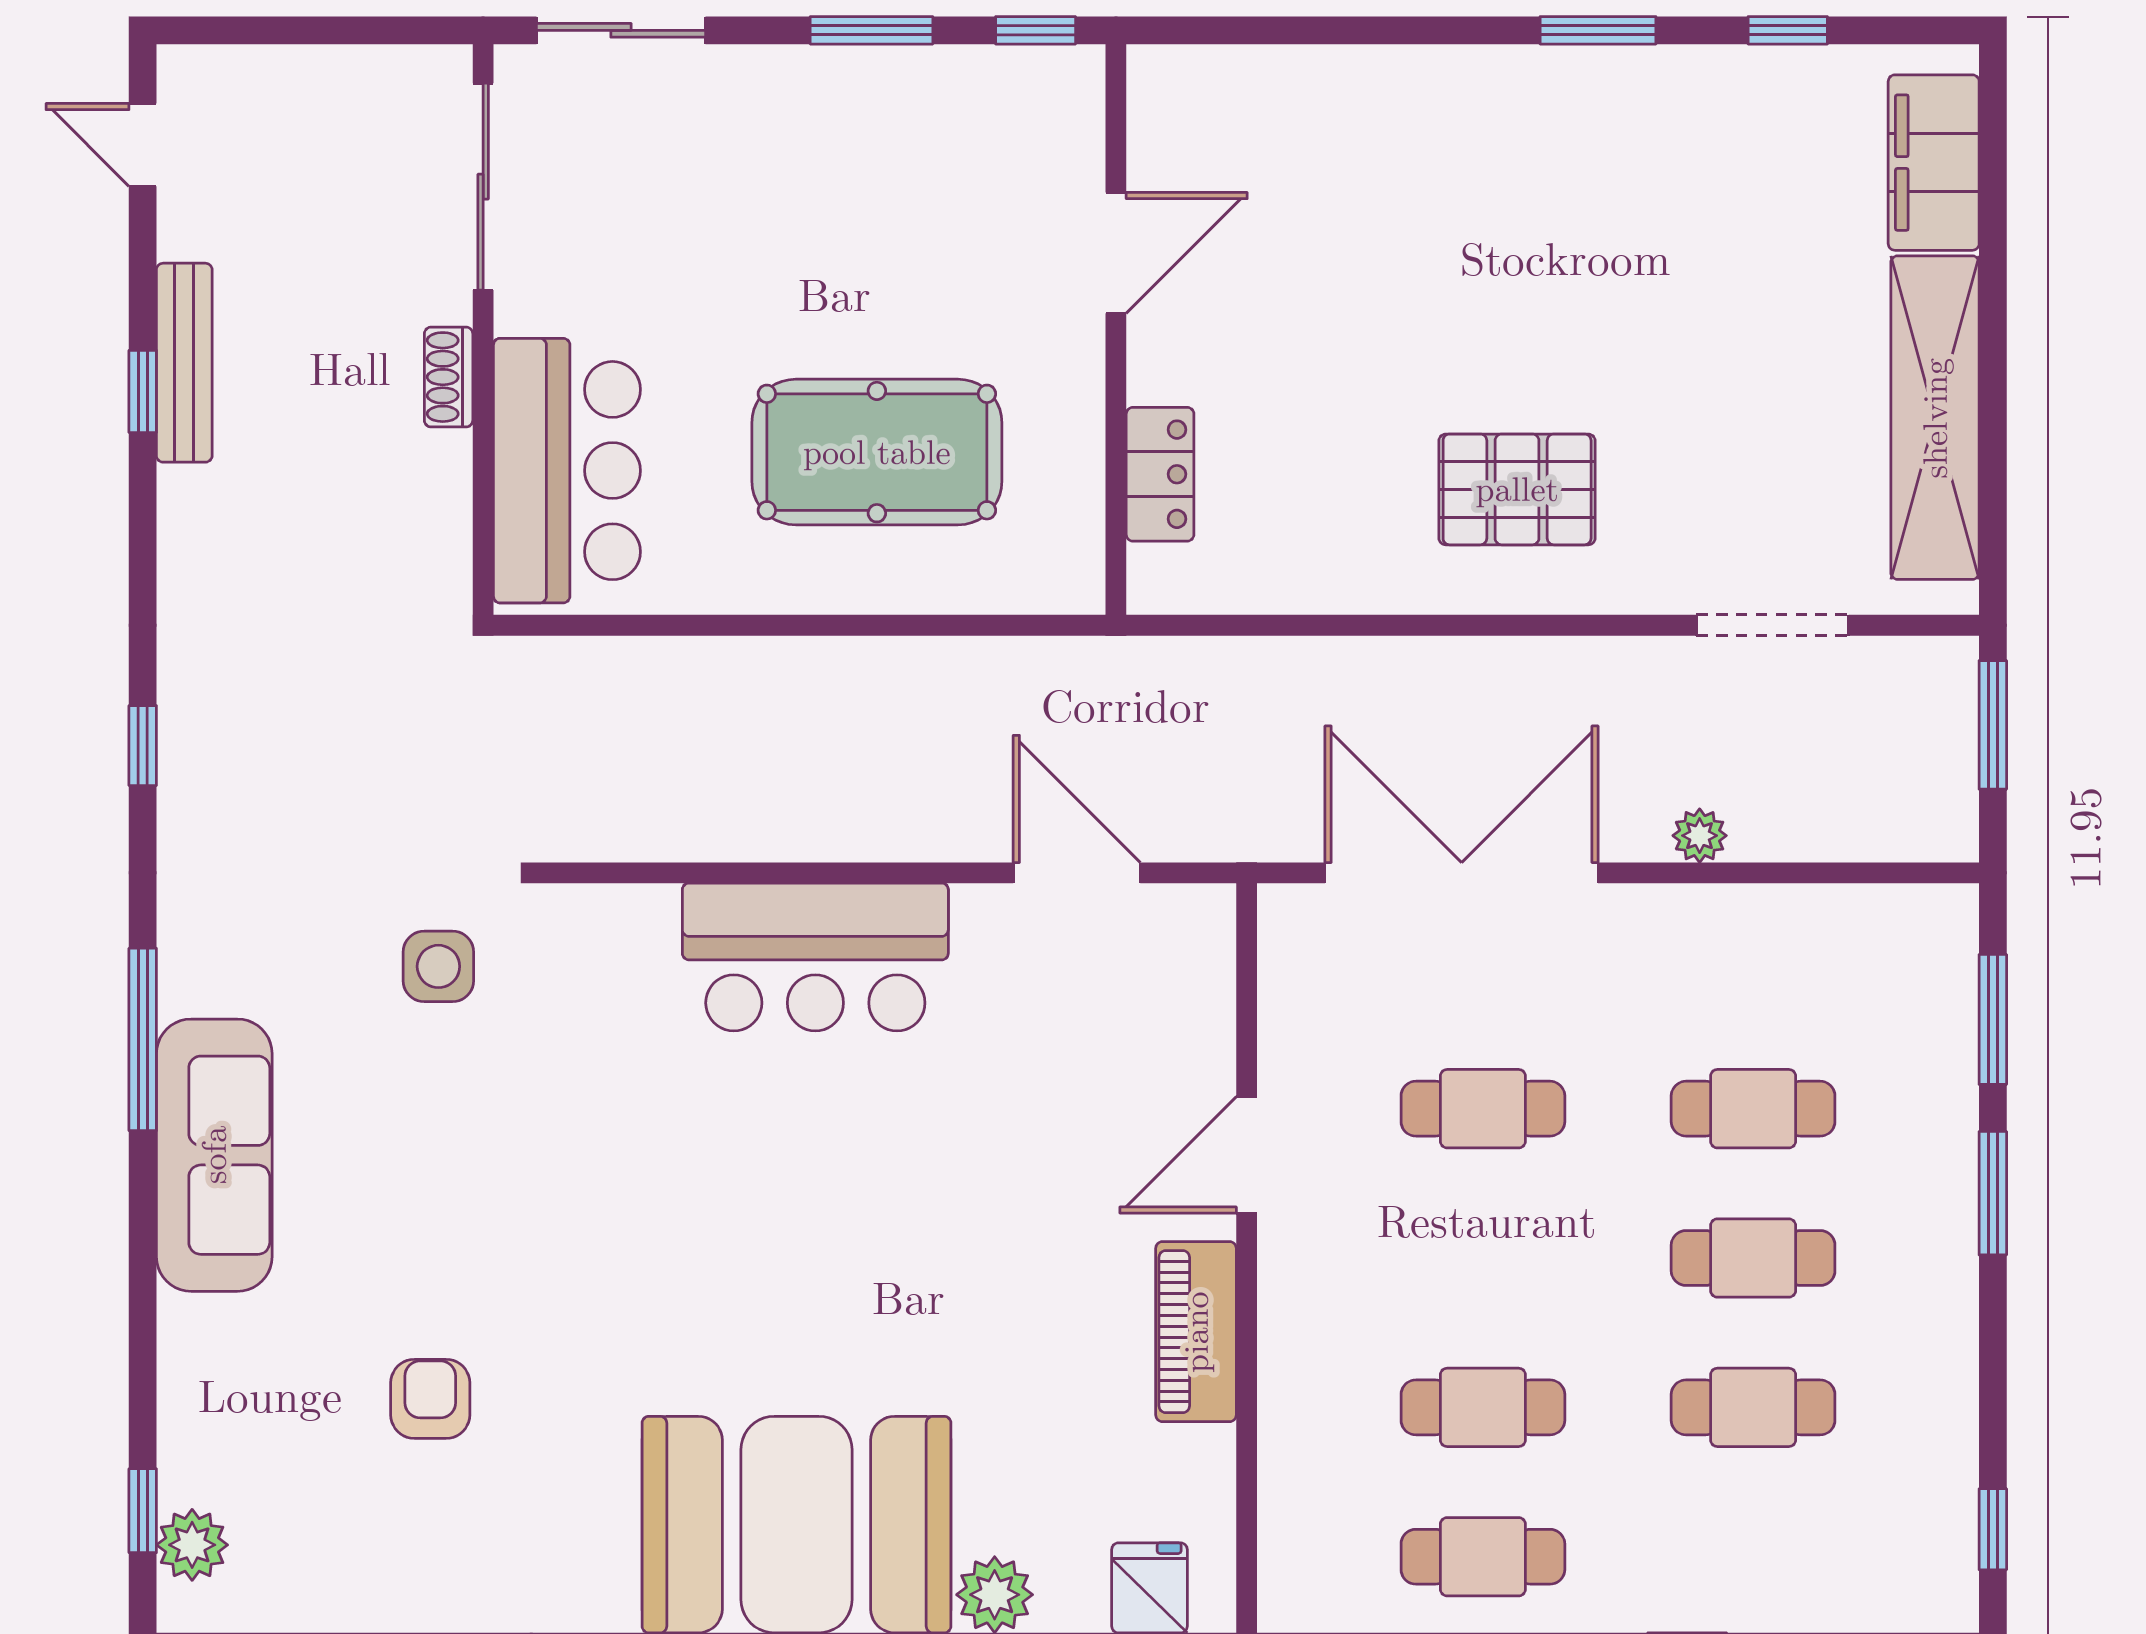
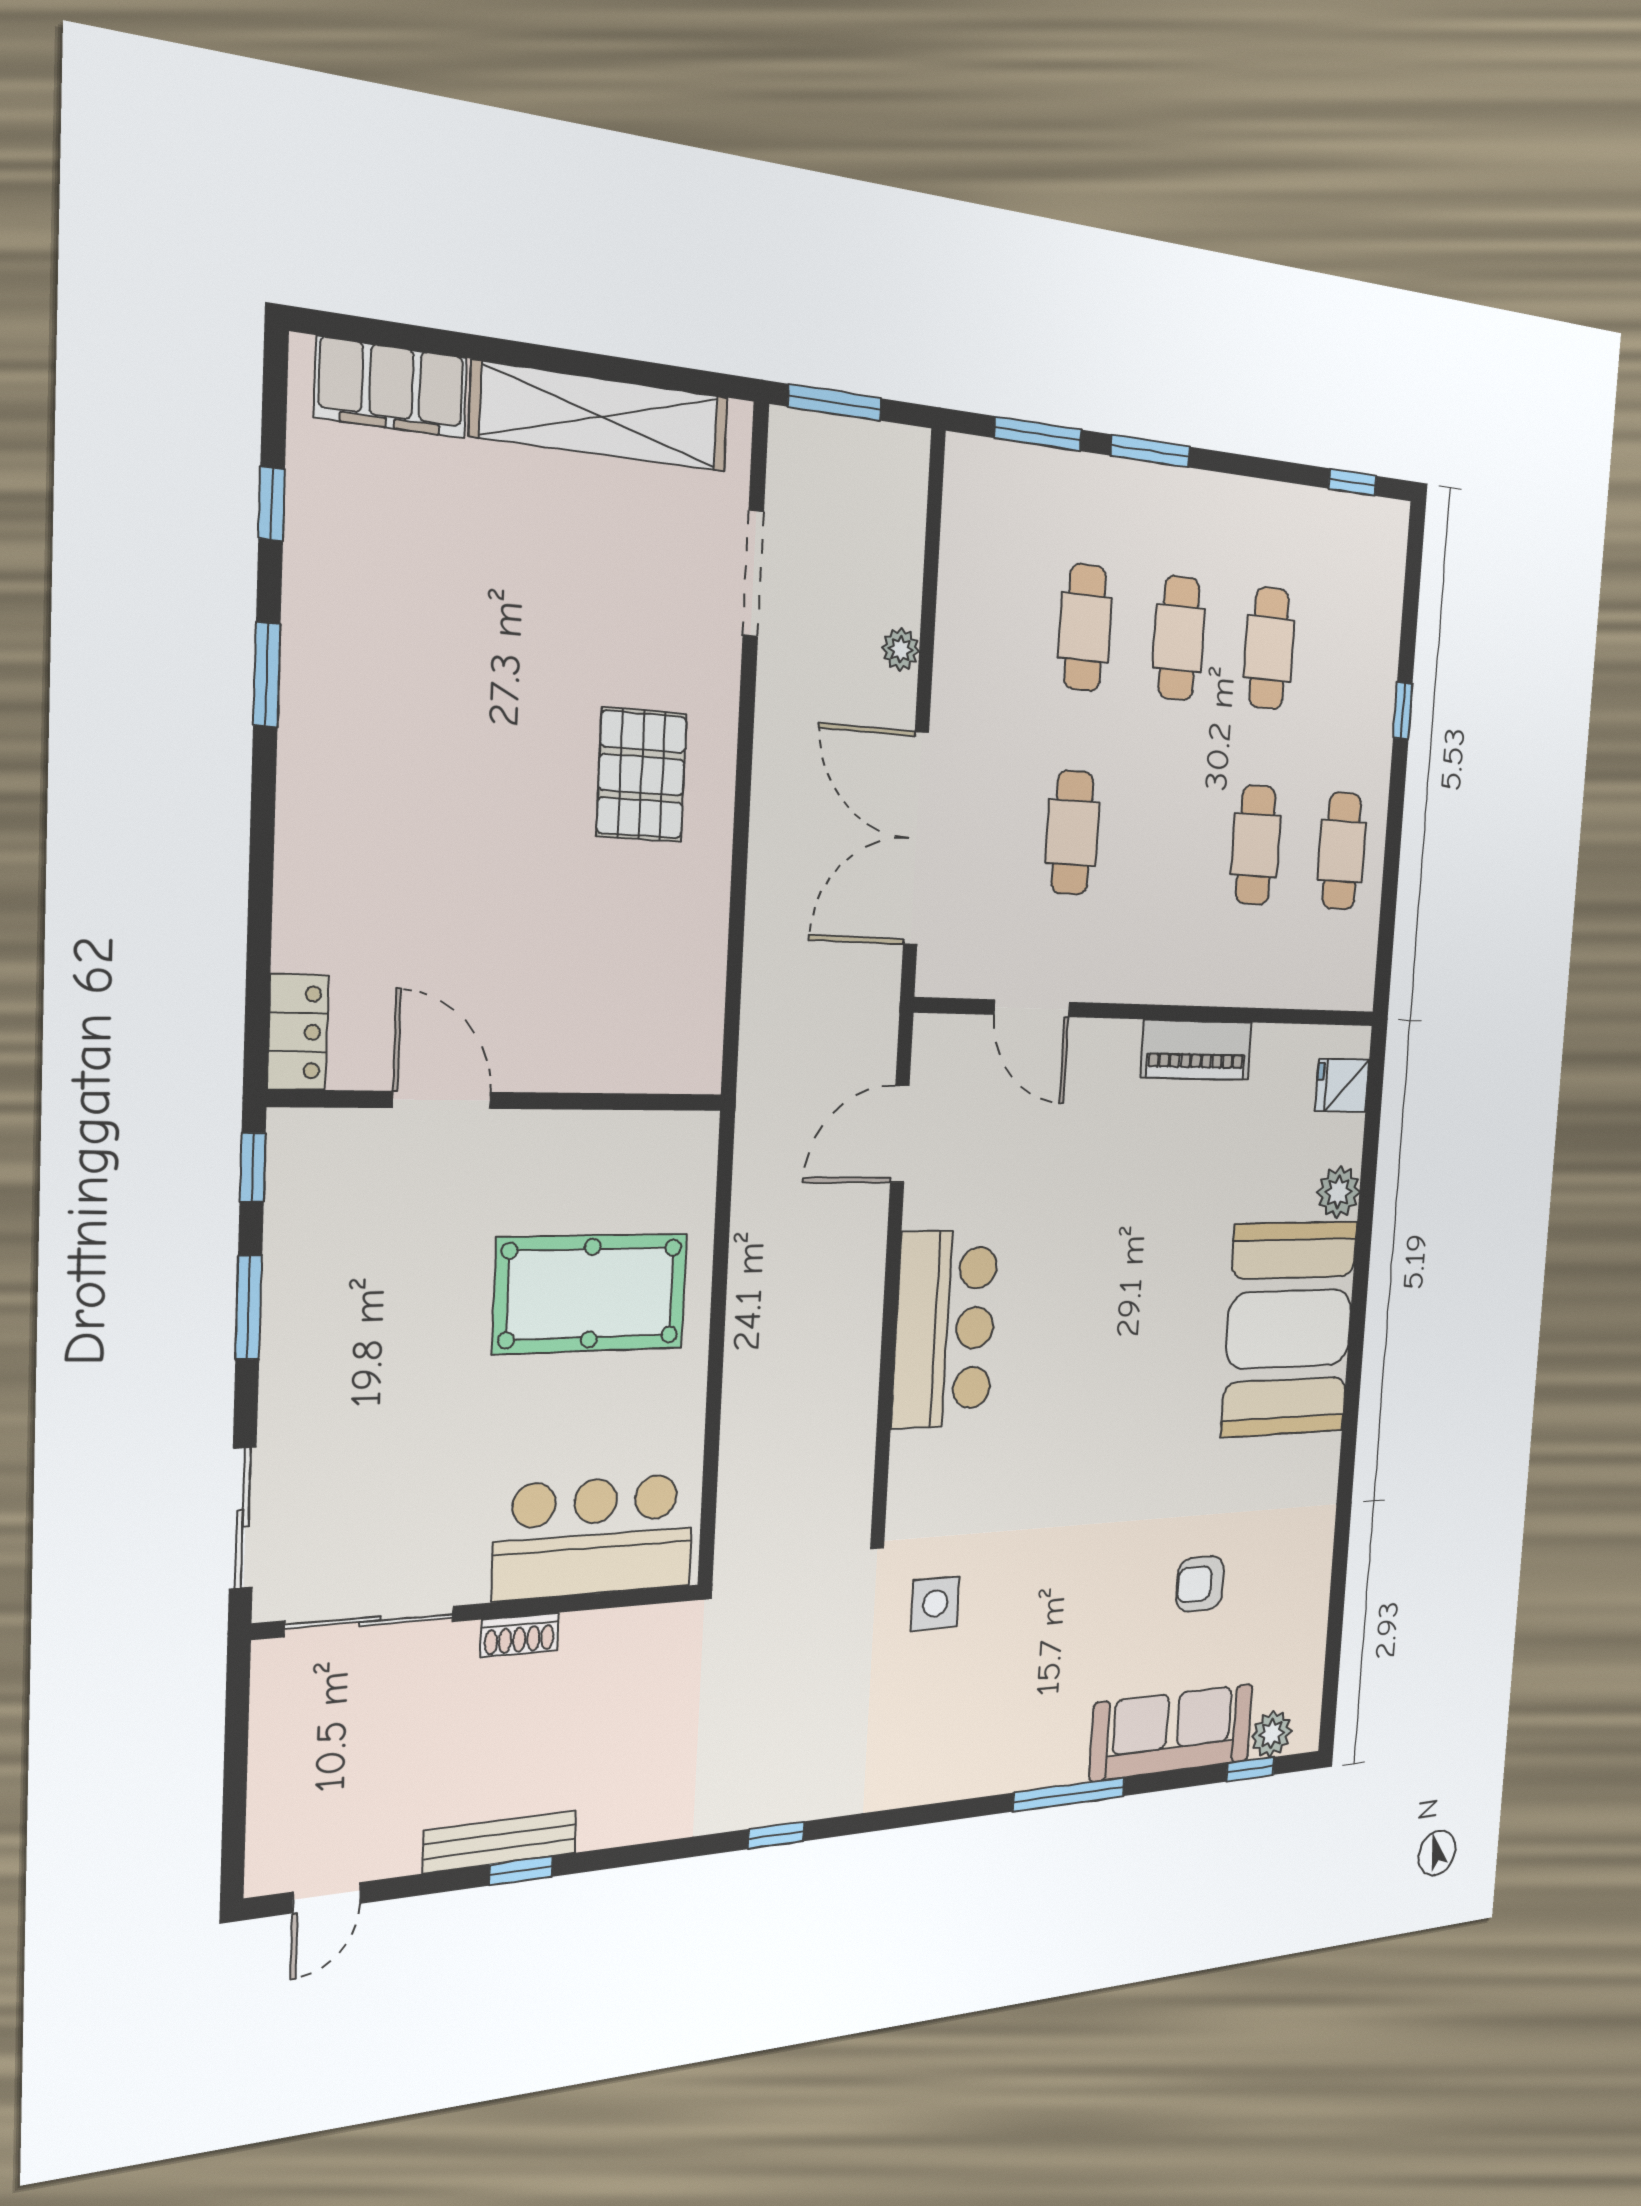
pool table: (877, 452) -> (591, 1293), turned 90
locker: (1160, 474) -> (298, 1032), moved, turned 90
window: (143, 1039) -> (1069, 1794), moved
sofa: (214, 1155) -> (1172, 1732), moved
door: (1247, 1155) -> (1032, 1008), moved

